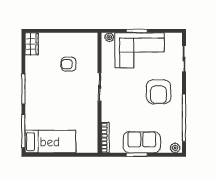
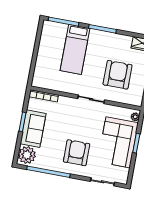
armchair: (69, 64) -> (118, 75), width x1.88, depth x1.88
armchair: (159, 92) -> (77, 153), turned 90
bed: (50, 142) -> (75, 49), moved
plant: (175, 148) -> (27, 155), width x1.87, depth x1.87

